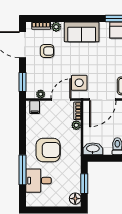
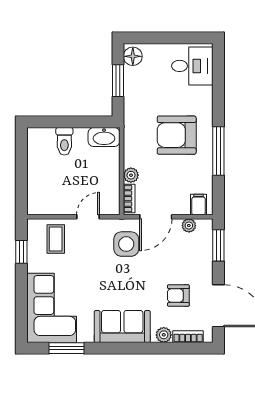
door: (103, 100) -> (88, 217), width x0.53
window: (22, 170) -> (218, 151), moved
desk: (38, 181) -> (192, 66), moved

